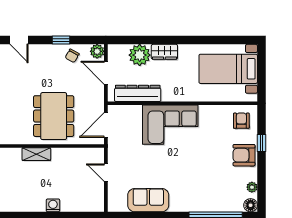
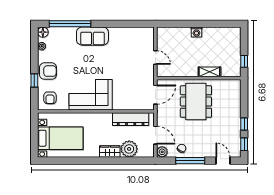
window: (61, 40) -> (190, 161), width x2.17
corner sofa: (170, 125) -> (91, 95), moved
sofa: (148, 200) -> (92, 36), moved

